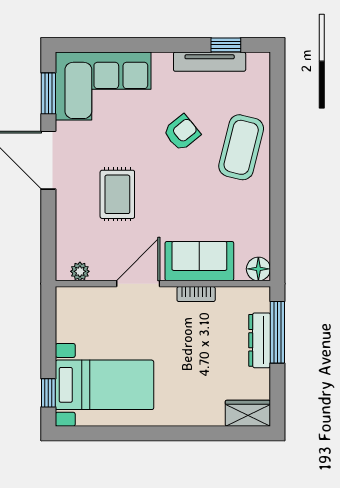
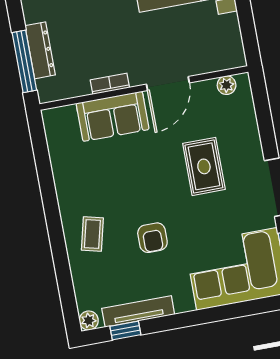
plant: (261, 62) -> (89, 321), added
armchair: (182, 133) -> (152, 238), turned -51
coffee table: (241, 147) -> (92, 234), width x0.54, depth x0.58
floor lamp: (258, 269) -> (54, 119), removed

